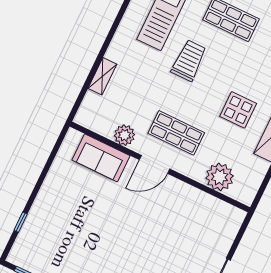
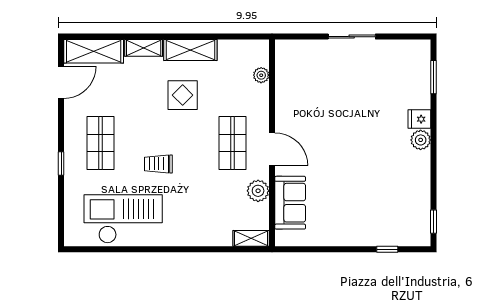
trolley: (189, 61) -> (158, 164), width x0.73, depth x0.72
shelving: (102, 76) -> (251, 238), moved
plant: (220, 177) -> (261, 75), width x0.53, depth x0.53

